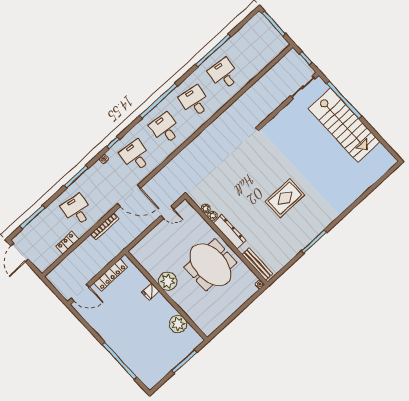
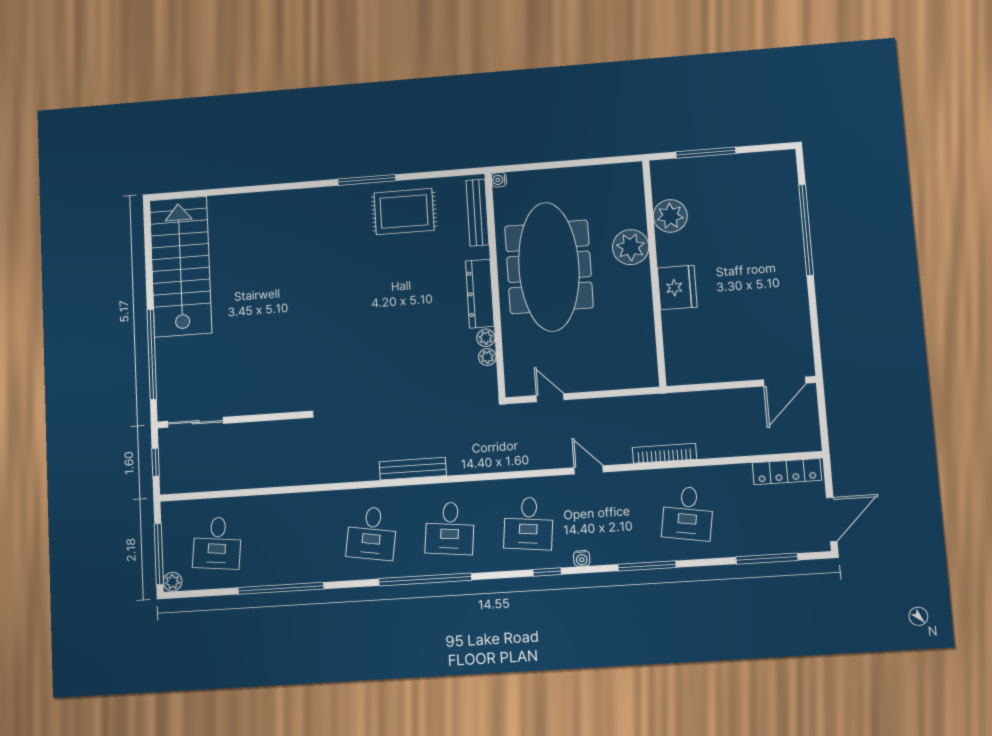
plant: (259, 17) -> (172, 582), added
desk: (224, 74) -> (217, 543), moved
stairs: (344, 125) -> (181, 267), moved
bench: (199, 140) -> (413, 469), added
door: (129, 196) -> (589, 470), width x0.53
rug: (285, 198) -> (404, 211), moved
locker: (67, 243) -> (787, 472), moved, width x1.53
meeting table: (210, 265) -> (549, 267), width x1.36
locker: (111, 275) -> (715, 371), removed
plant: (168, 281) -> (631, 247), moved
fridge: (150, 292) -> (677, 287), width x1.88, depth x1.34
door: (80, 293) -> (785, 381), swing flipped

